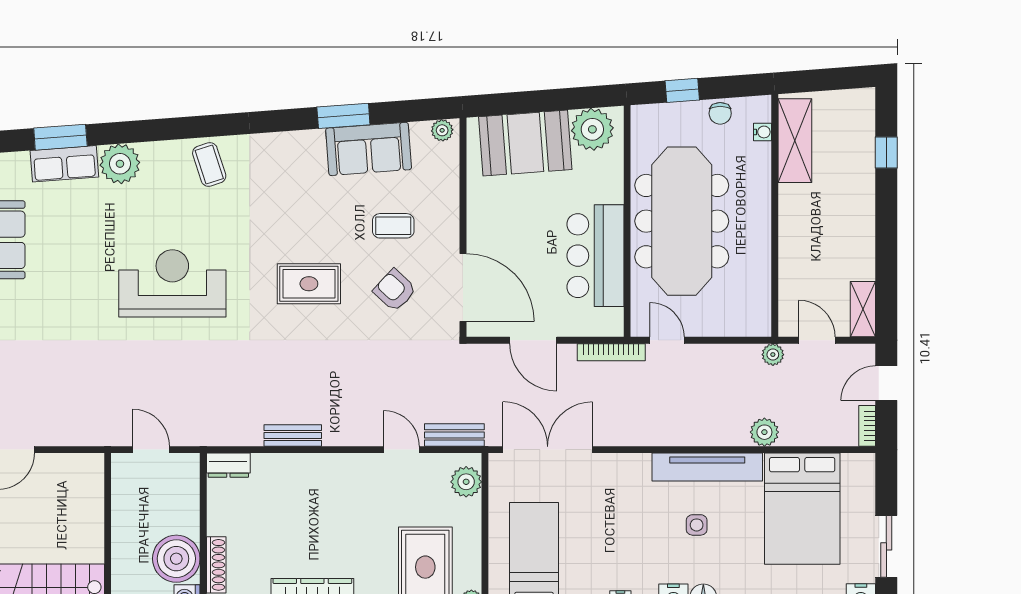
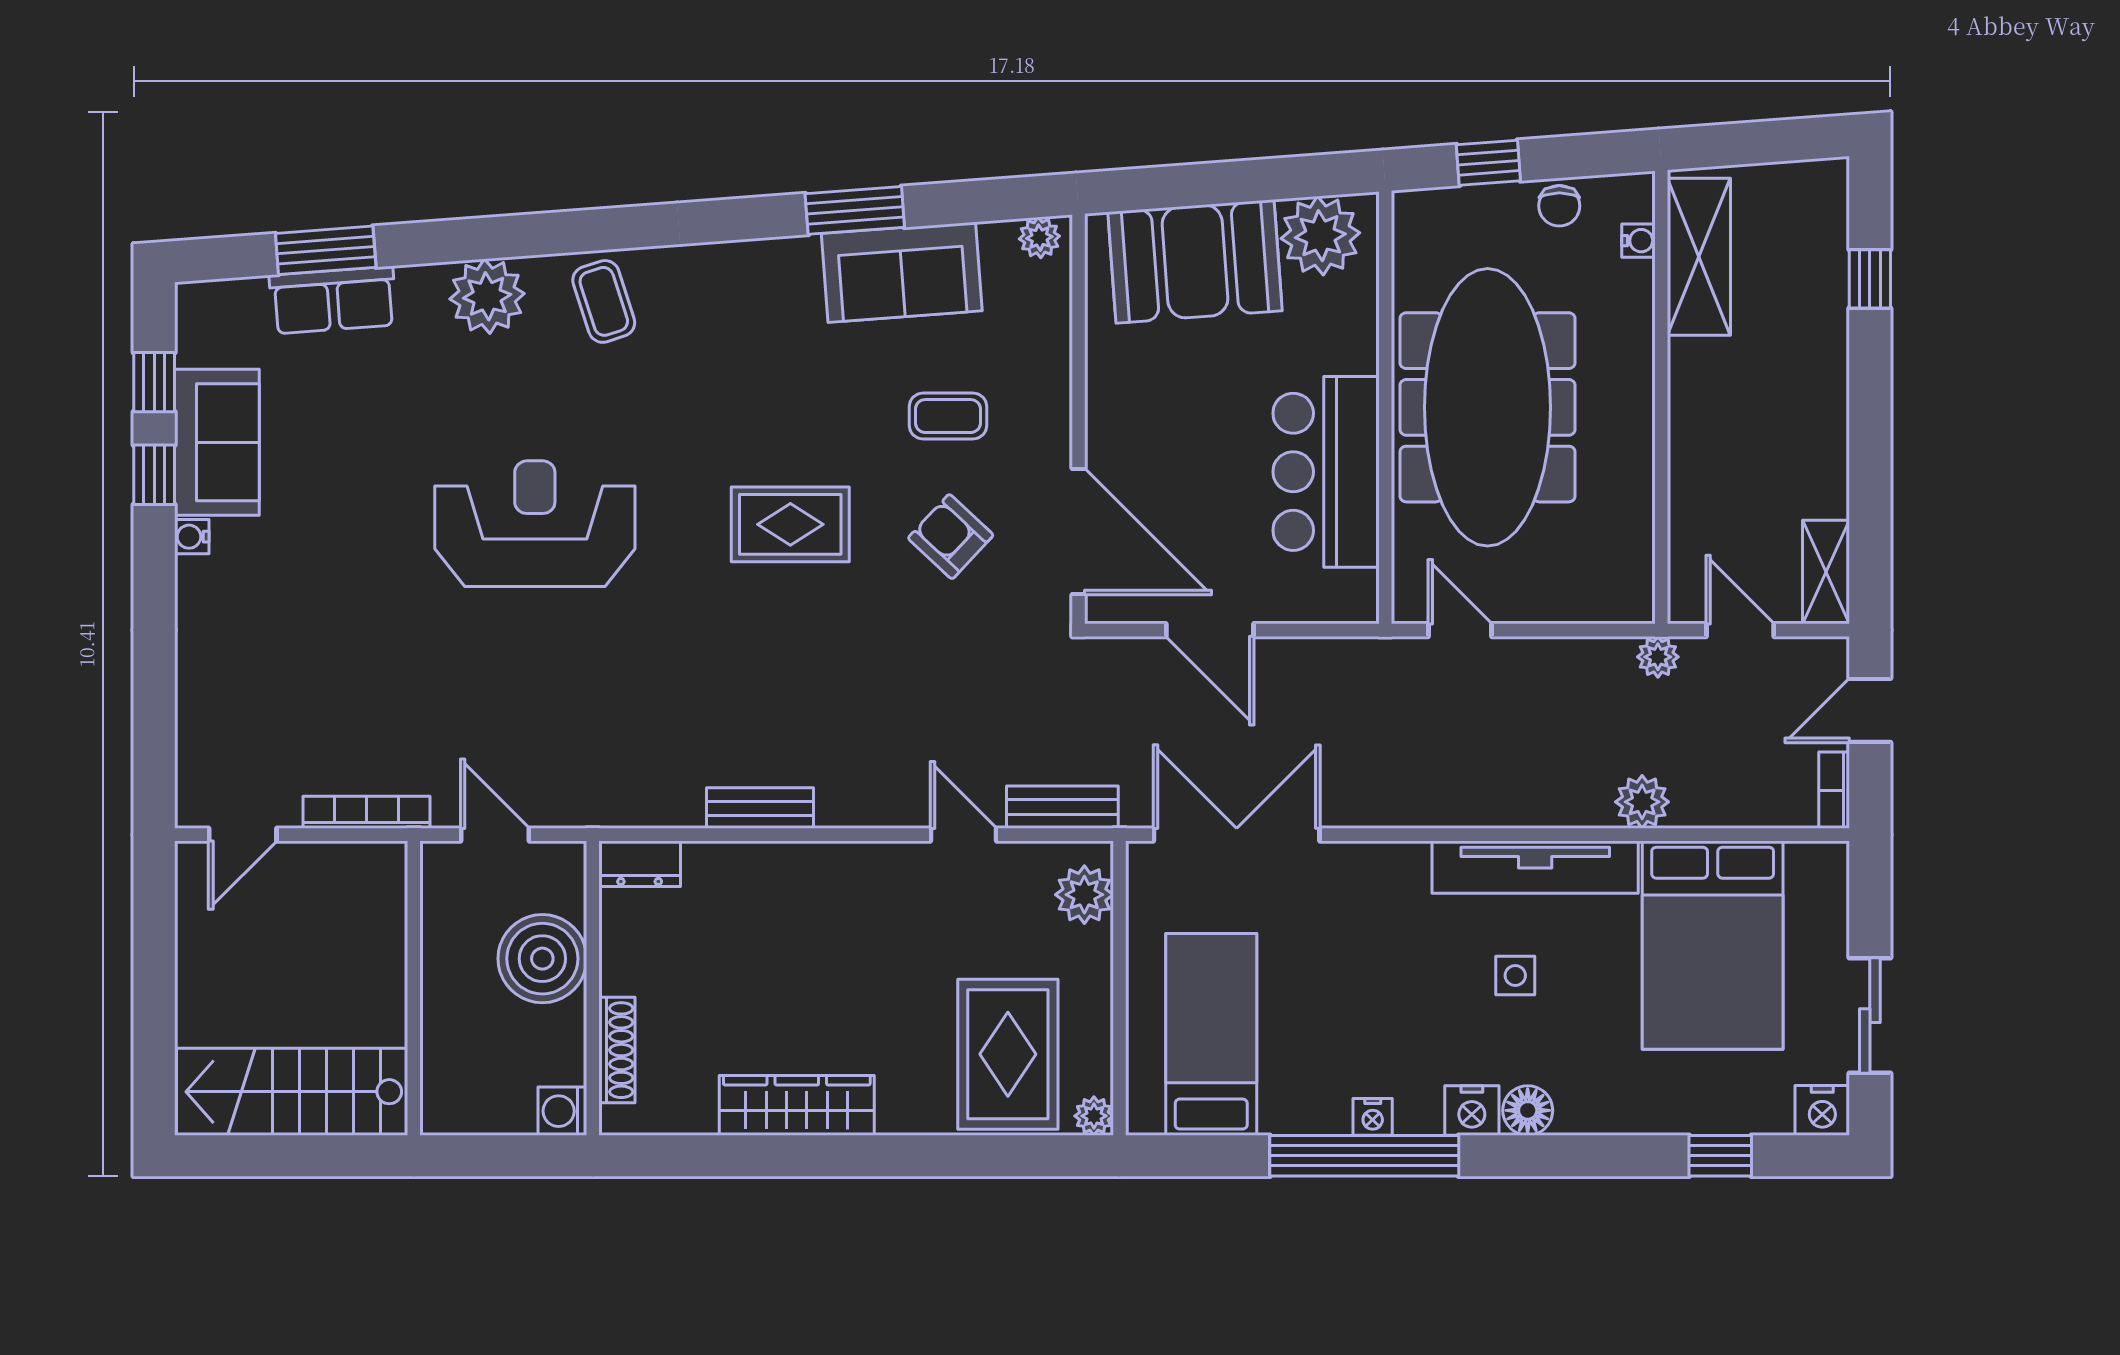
plant: (120, 164) -> (487, 296), moved
bookcase: (611, 352) -> (367, 812), moved, turned 180
boiler: (176, 559) -> (542, 959), moved

